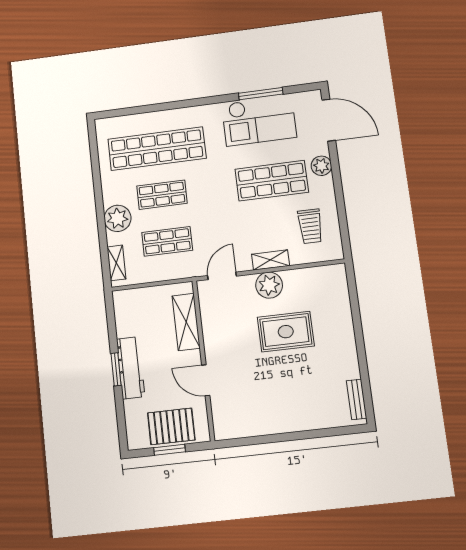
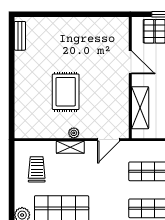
plant: (269, 285) -> (74, 133), width x0.53, depth x0.53
rug: (286, 332) -> (66, 92), turned 90

